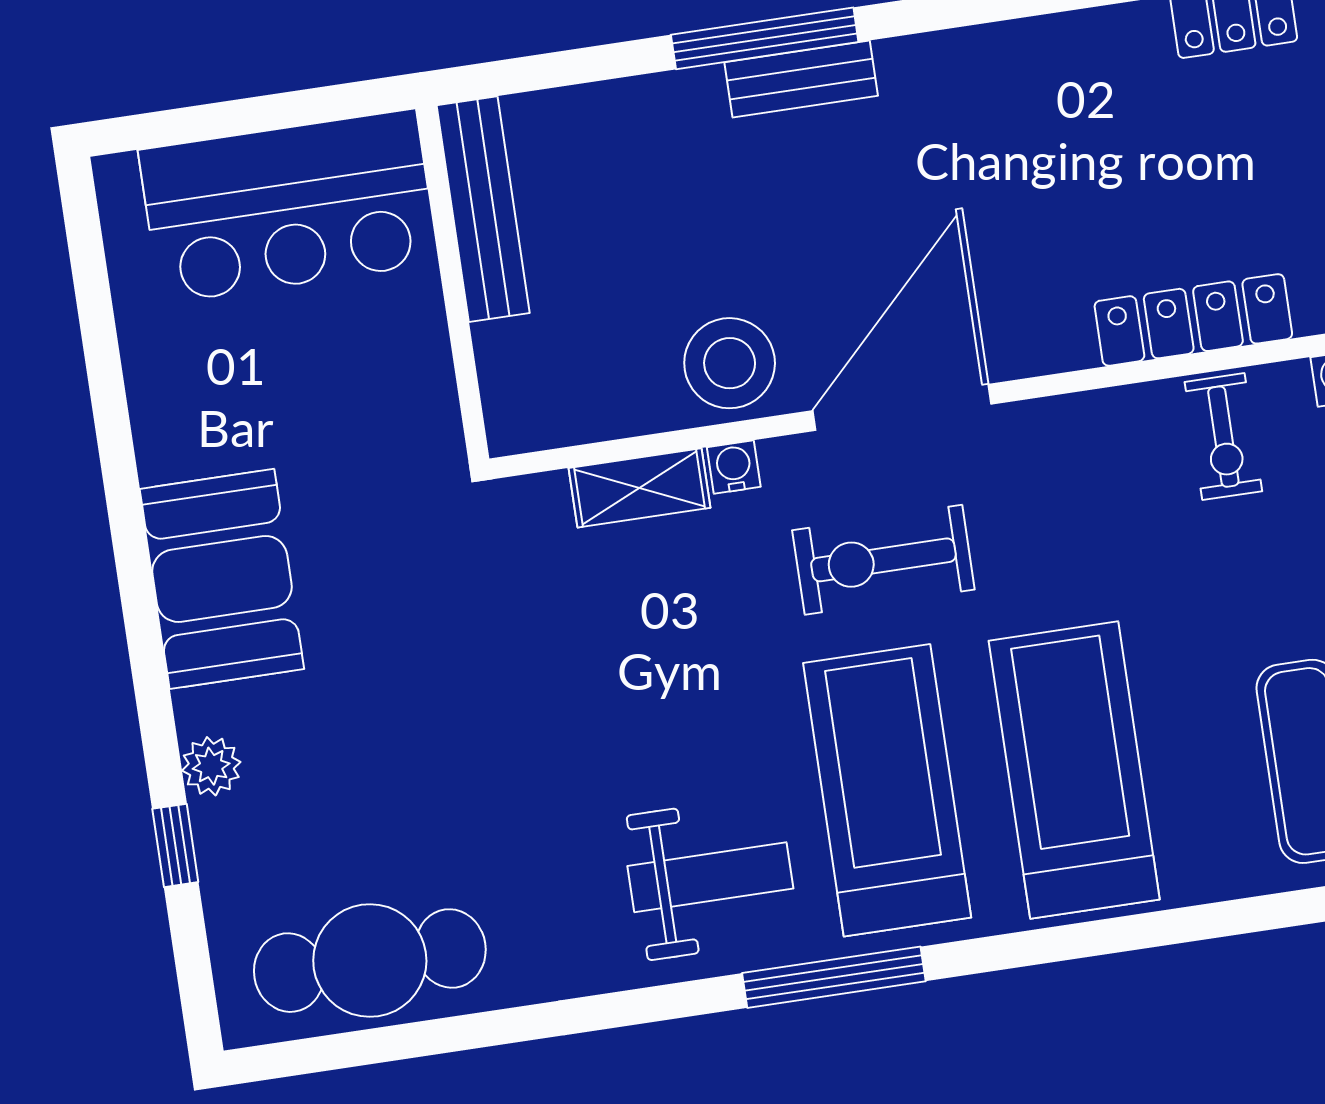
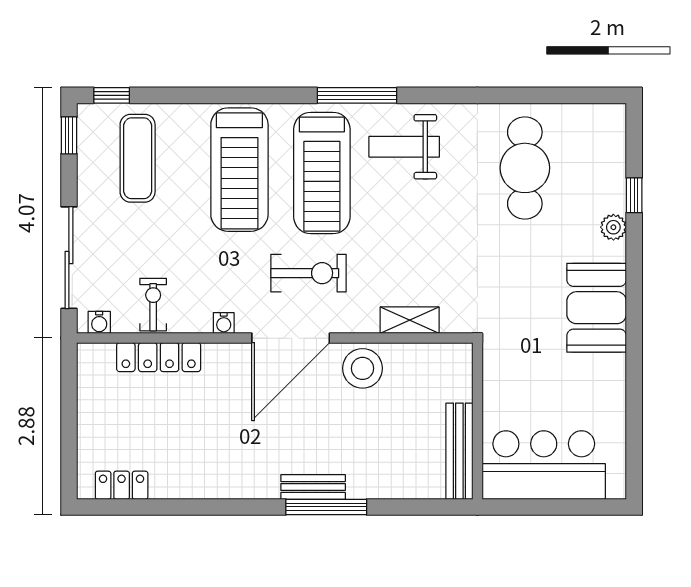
water cooler: (734, 467) -> (224, 323), moved
cafe table: (370, 961) -> (525, 168), moved, turned 90

